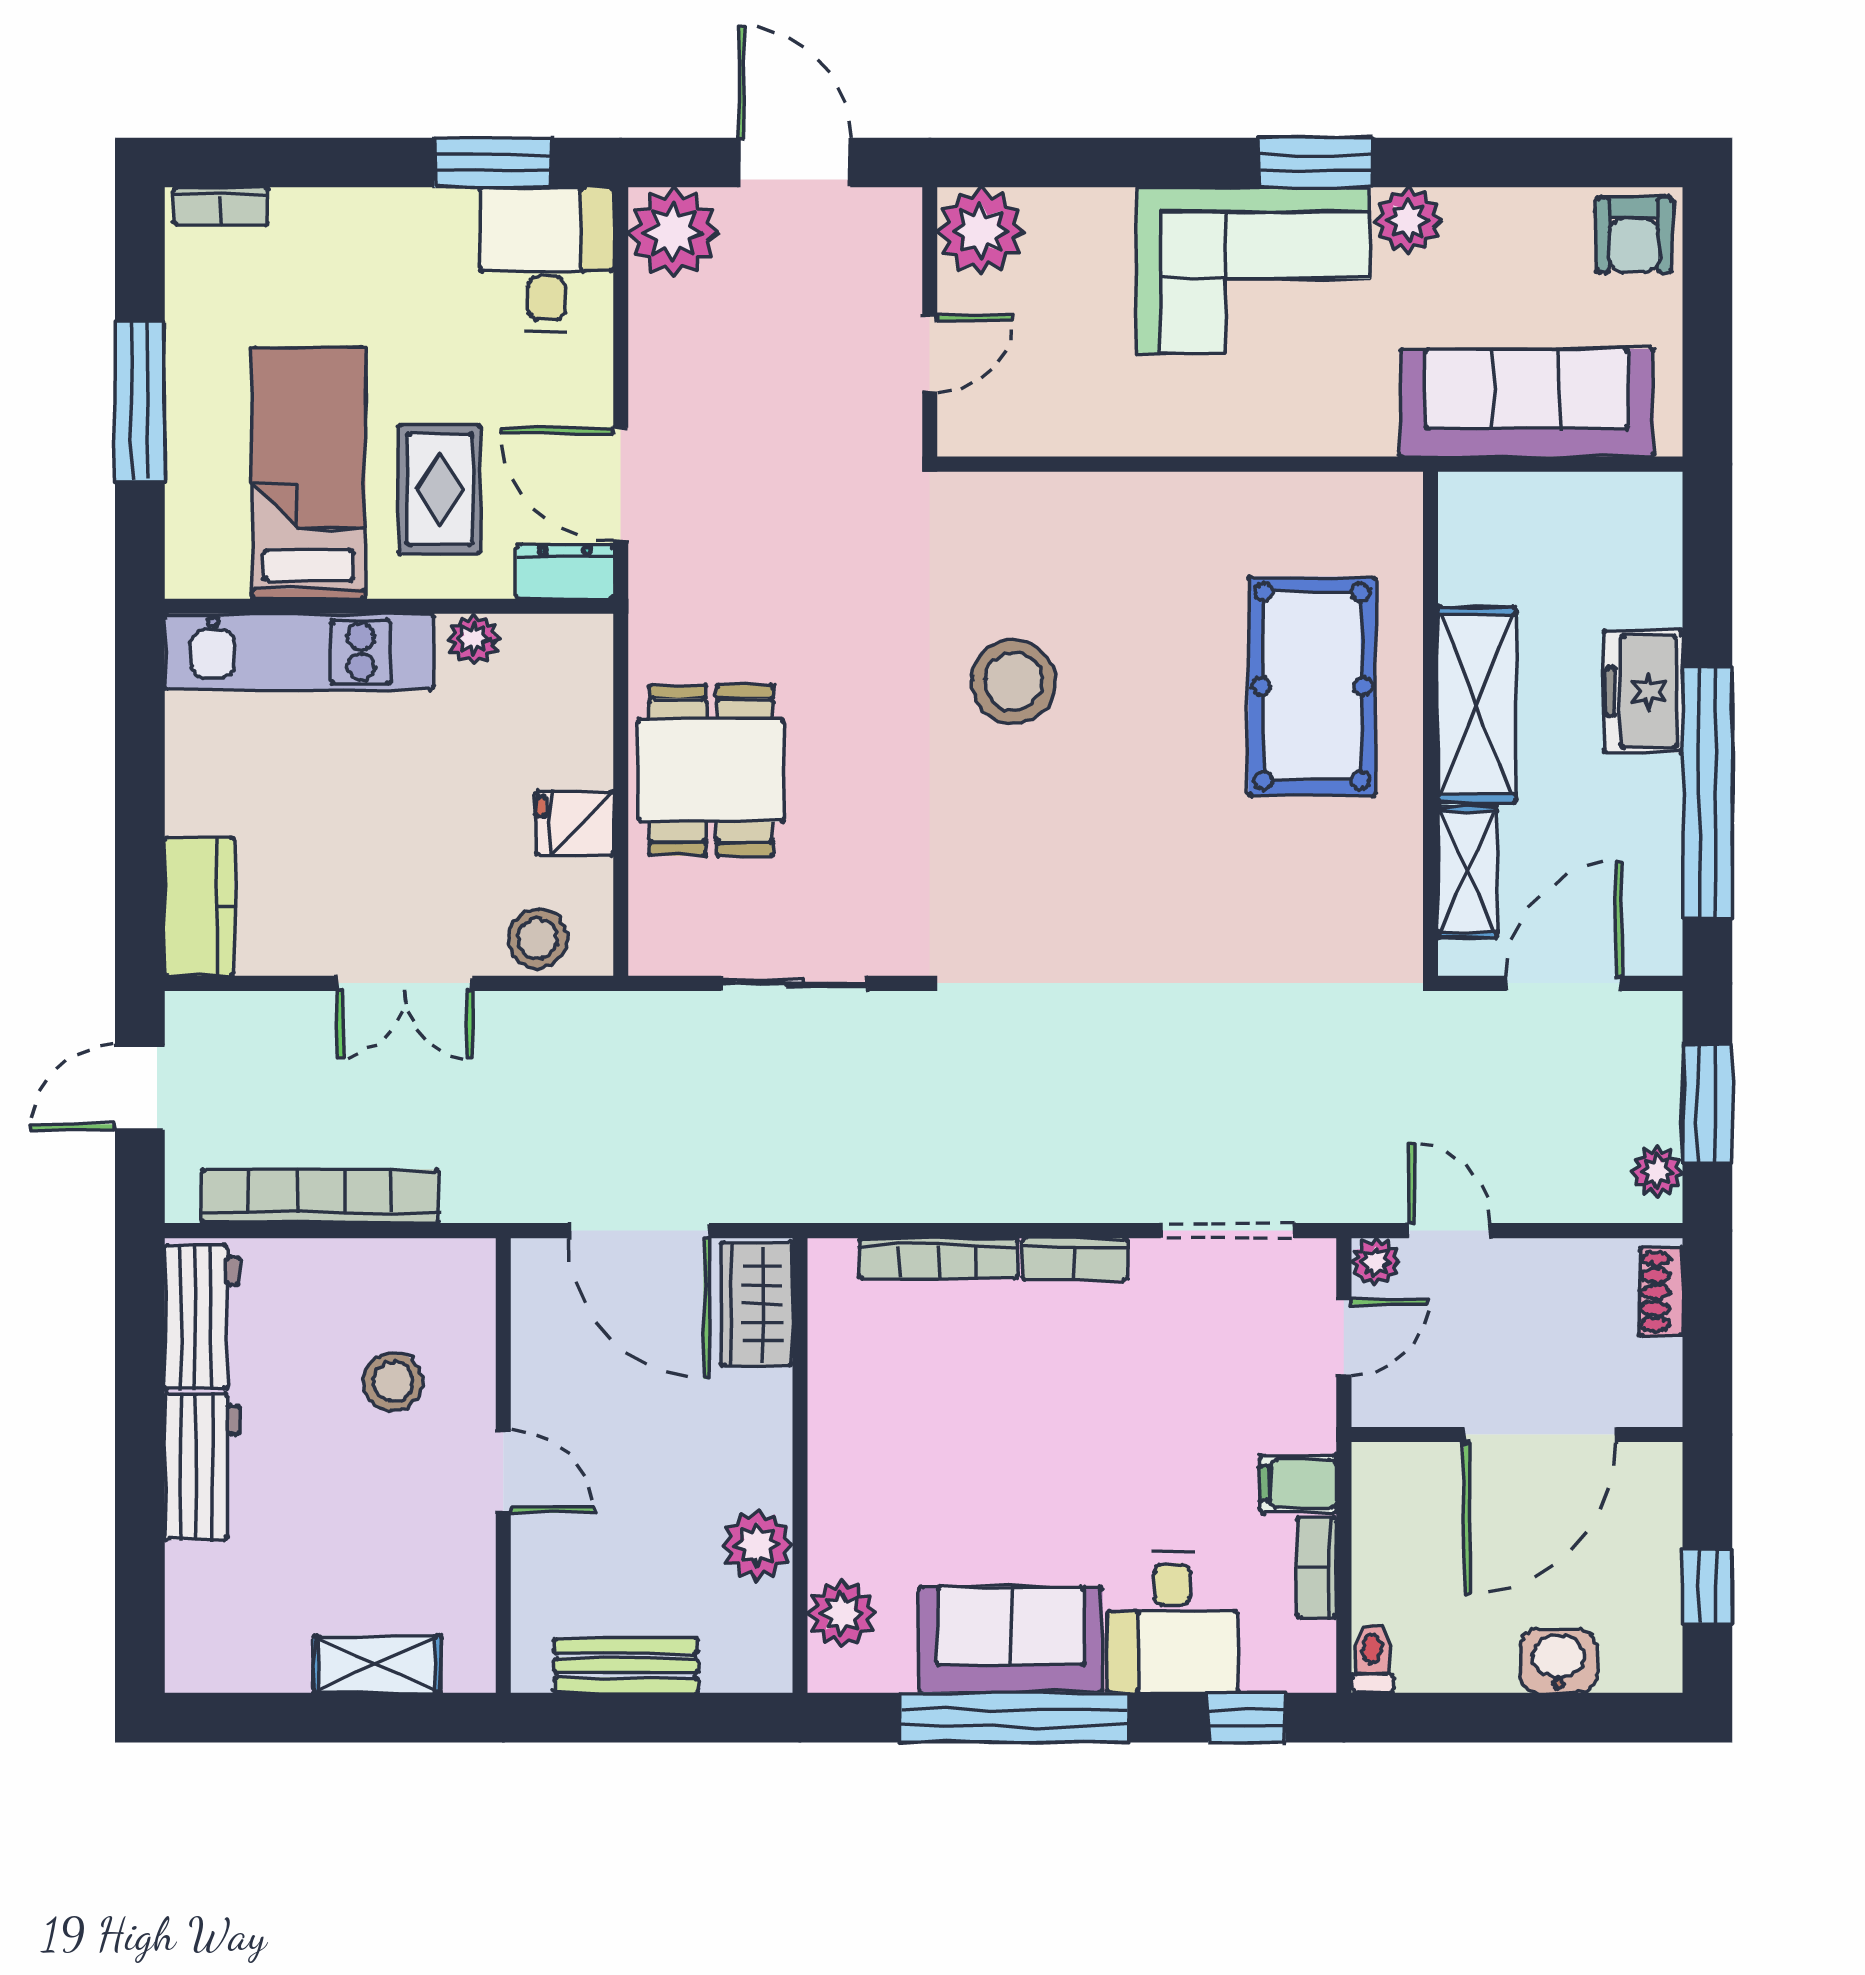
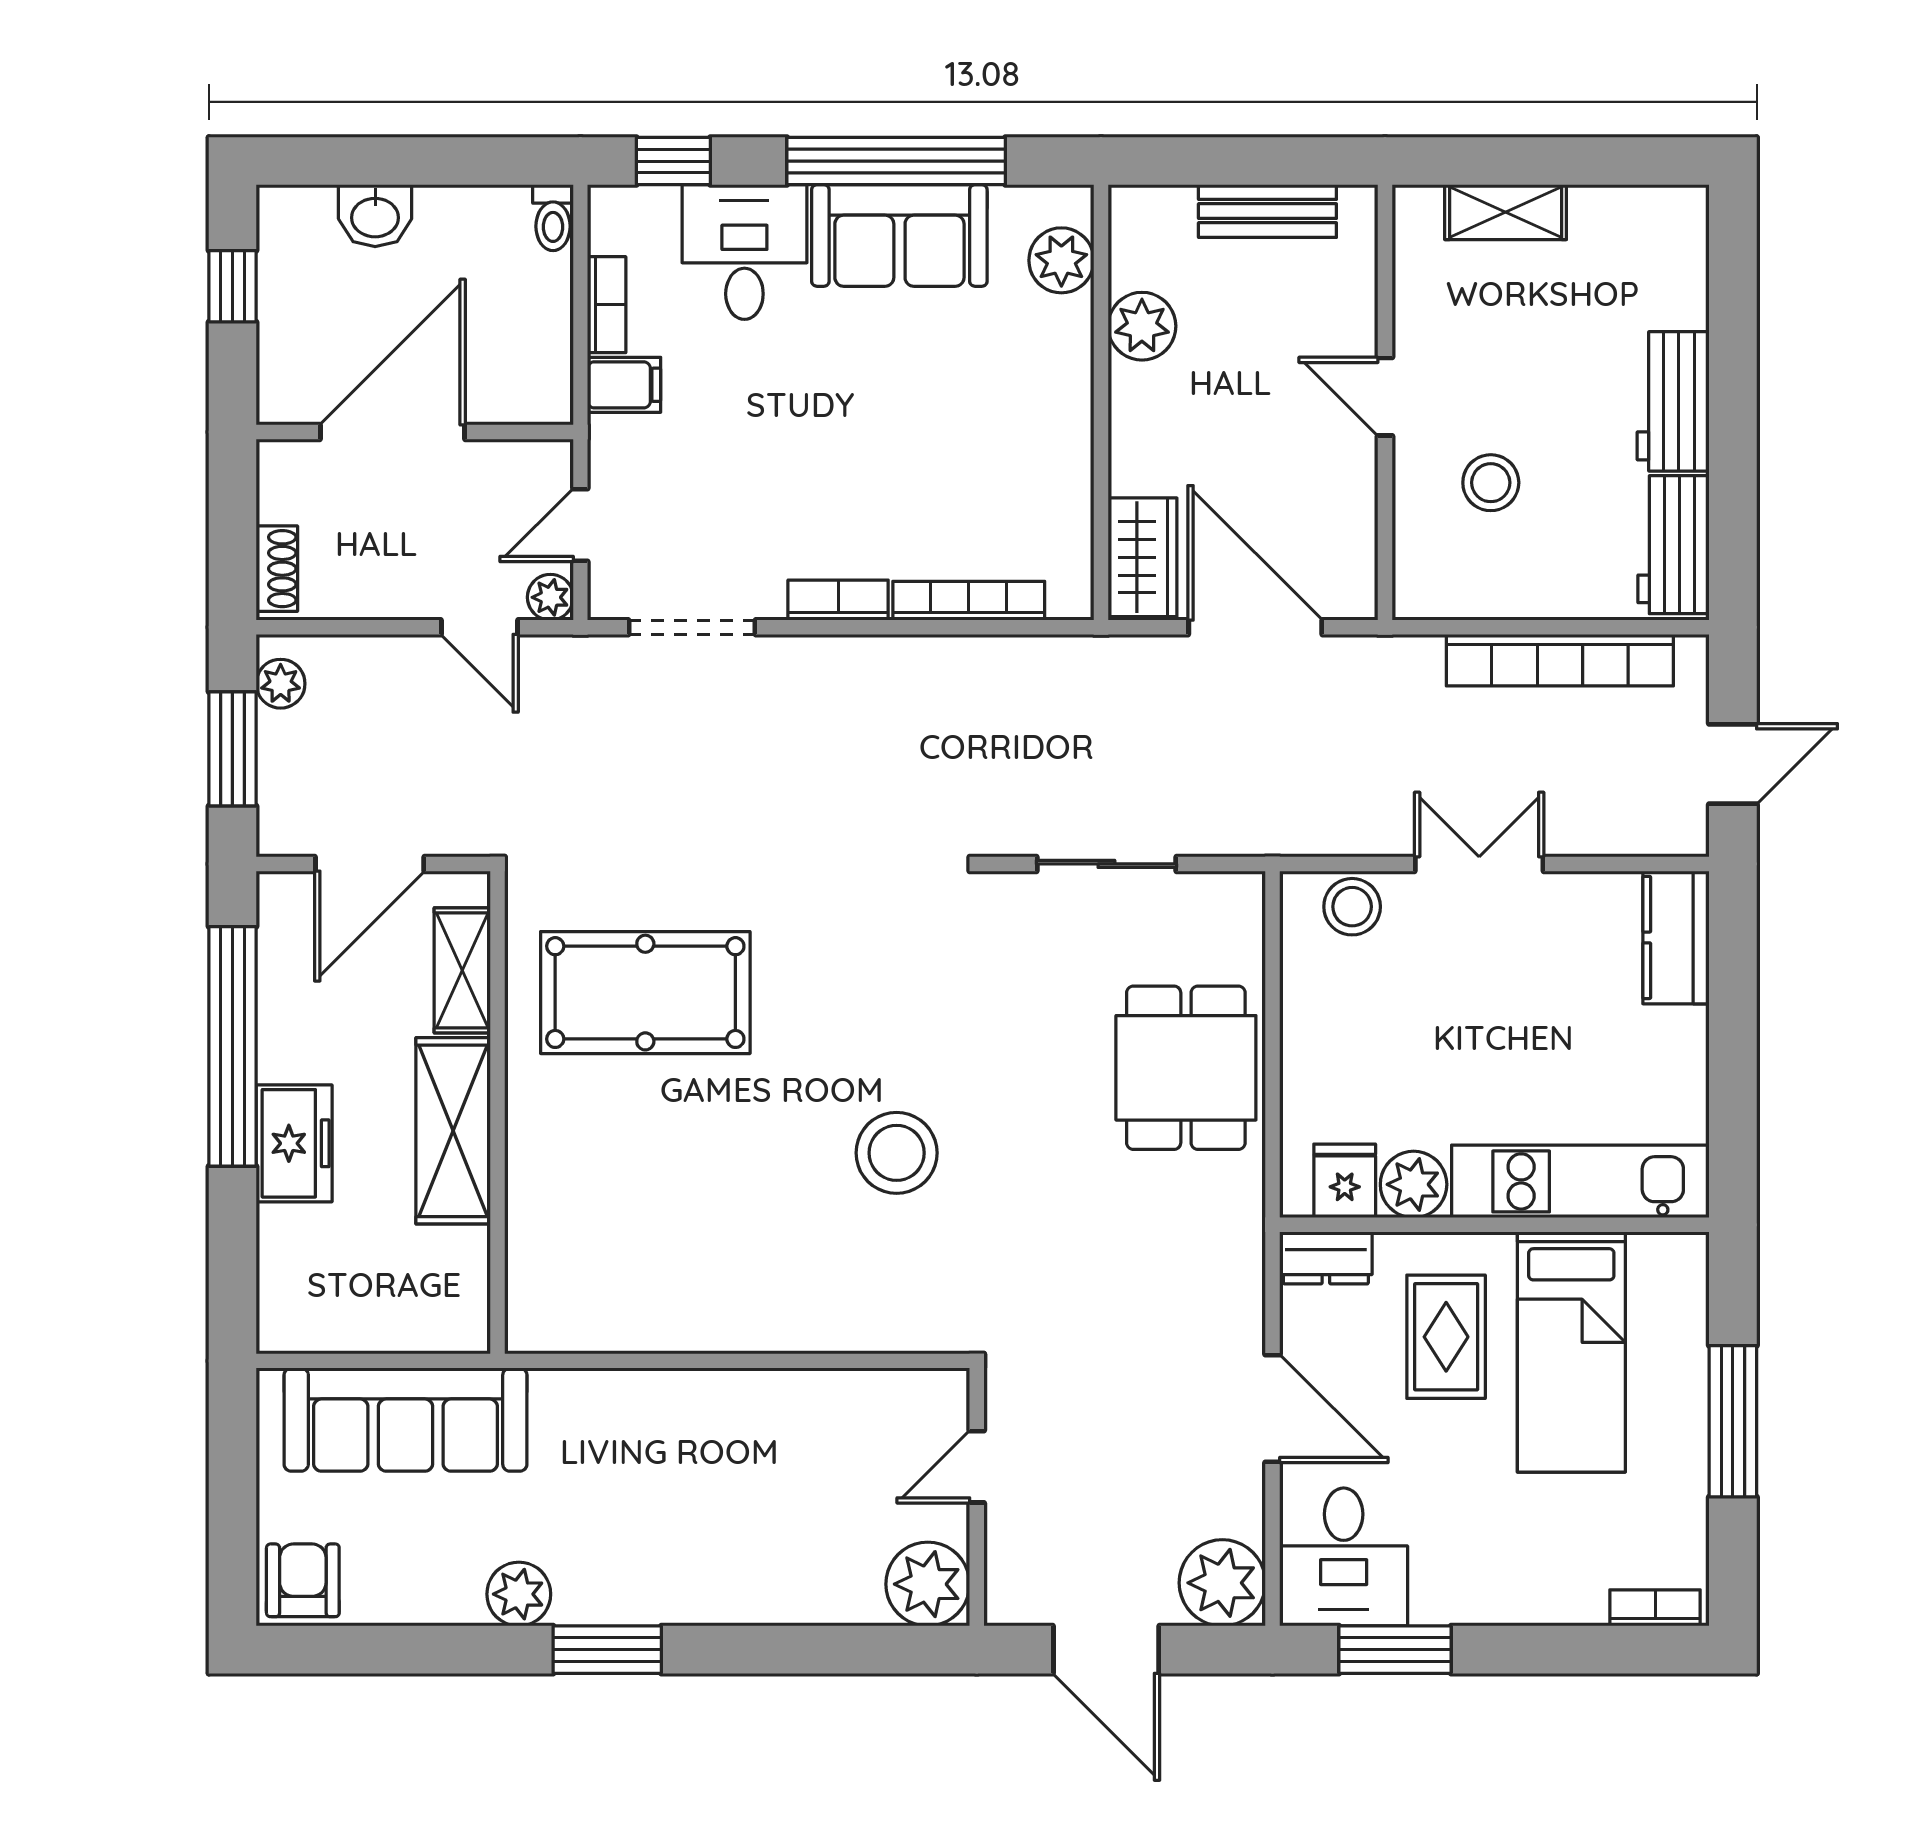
corner sofa: (1254, 270) -> (667, 1546), removed
door: (621, 484) -> (1273, 1408), moved
plant: (473, 639) -> (1414, 1184), width x1.38, depth x1.38
pool table: (1312, 686) -> (645, 993), moved, turned 90
fridge: (575, 823) -> (1345, 1181), moved, turned -90

